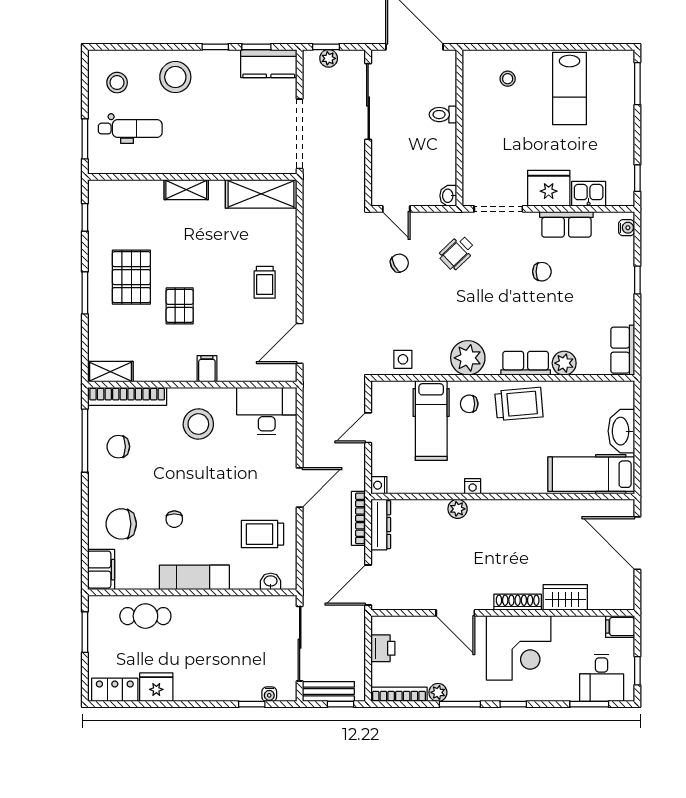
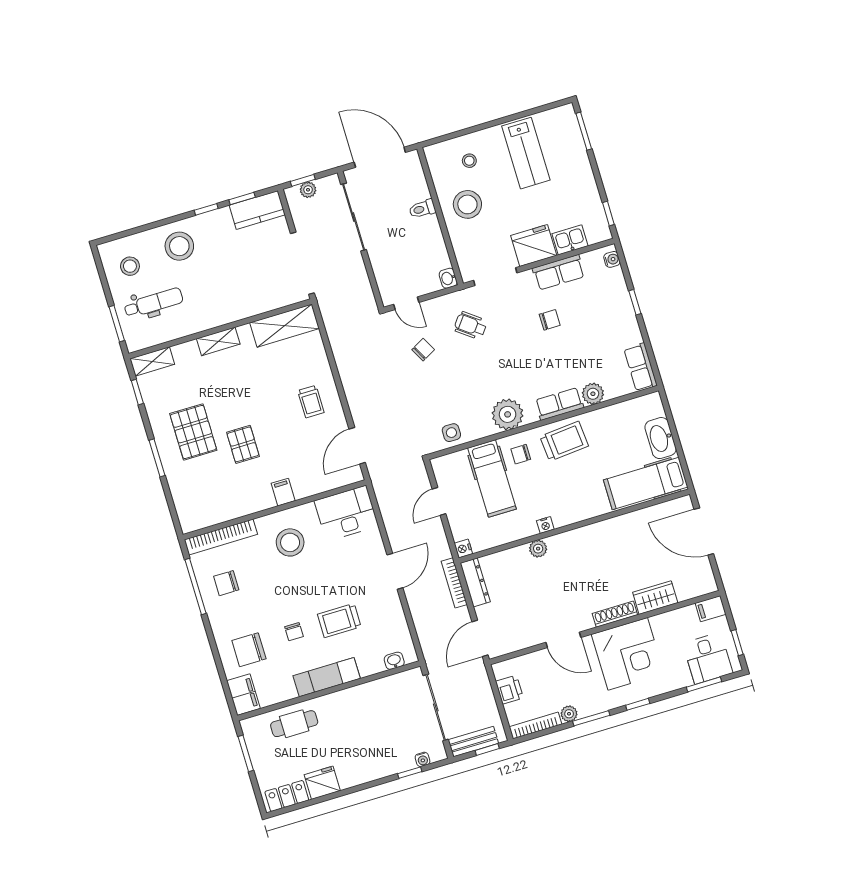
stool: (492, 124) -> (467, 204), added
wheelchair: (457, 253) -> (471, 325), turned 81
shelving: (110, 372) -> (152, 361), moved
trolley: (262, 534) -> (339, 621), moved

